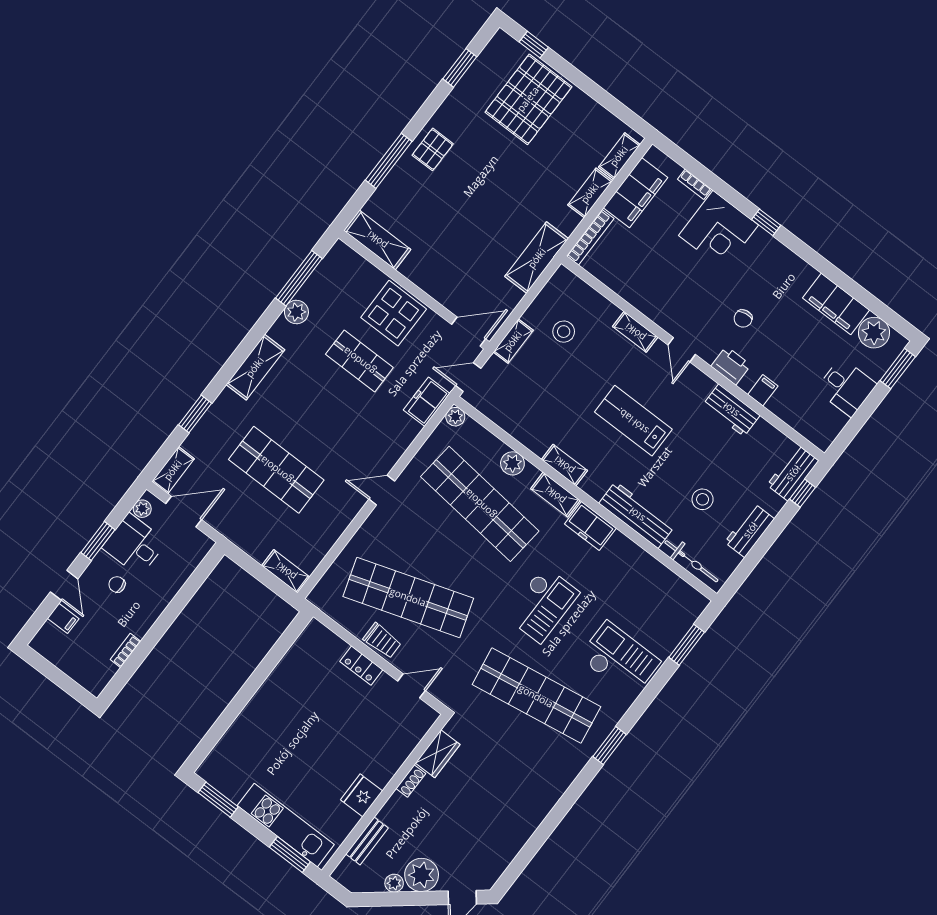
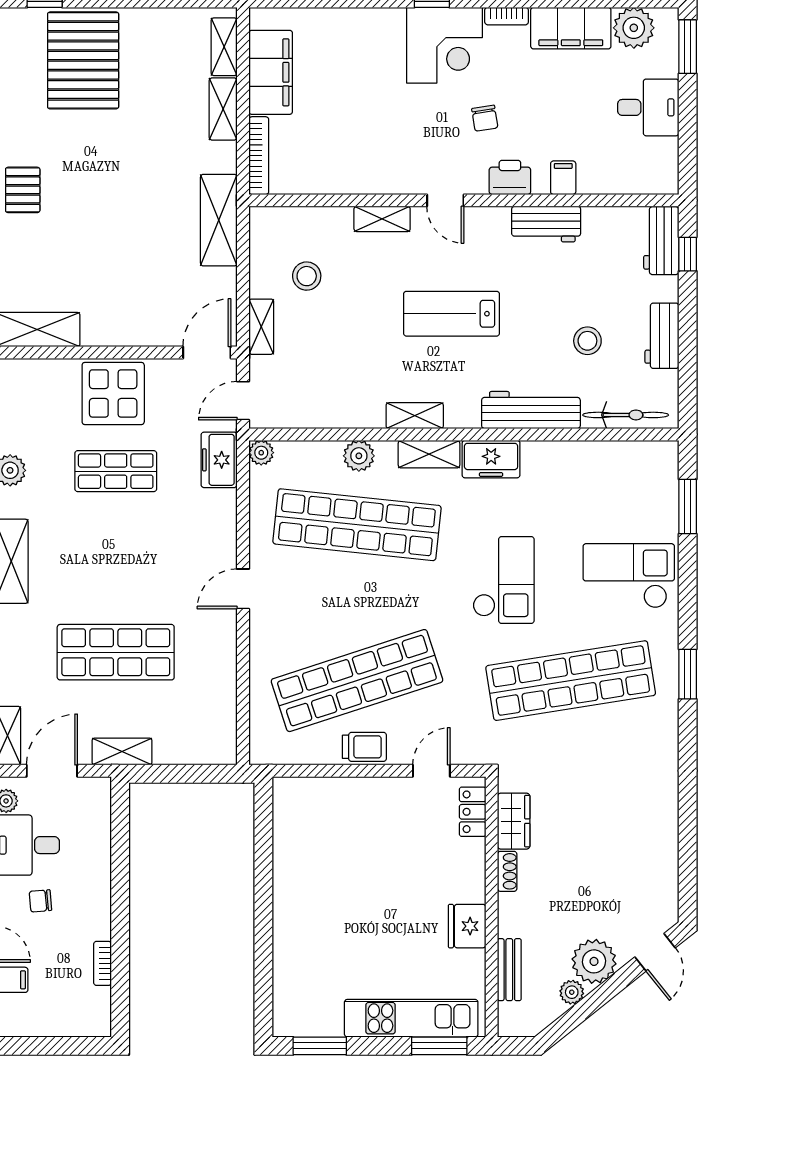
bookcase: (695, 184) -> (507, 16), moved
corner desk: (718, 230) -> (444, 45), moved
shelving: (286, 571) -> (122, 751), moved
locker: (361, 666) -> (473, 812), moved, turned 90

